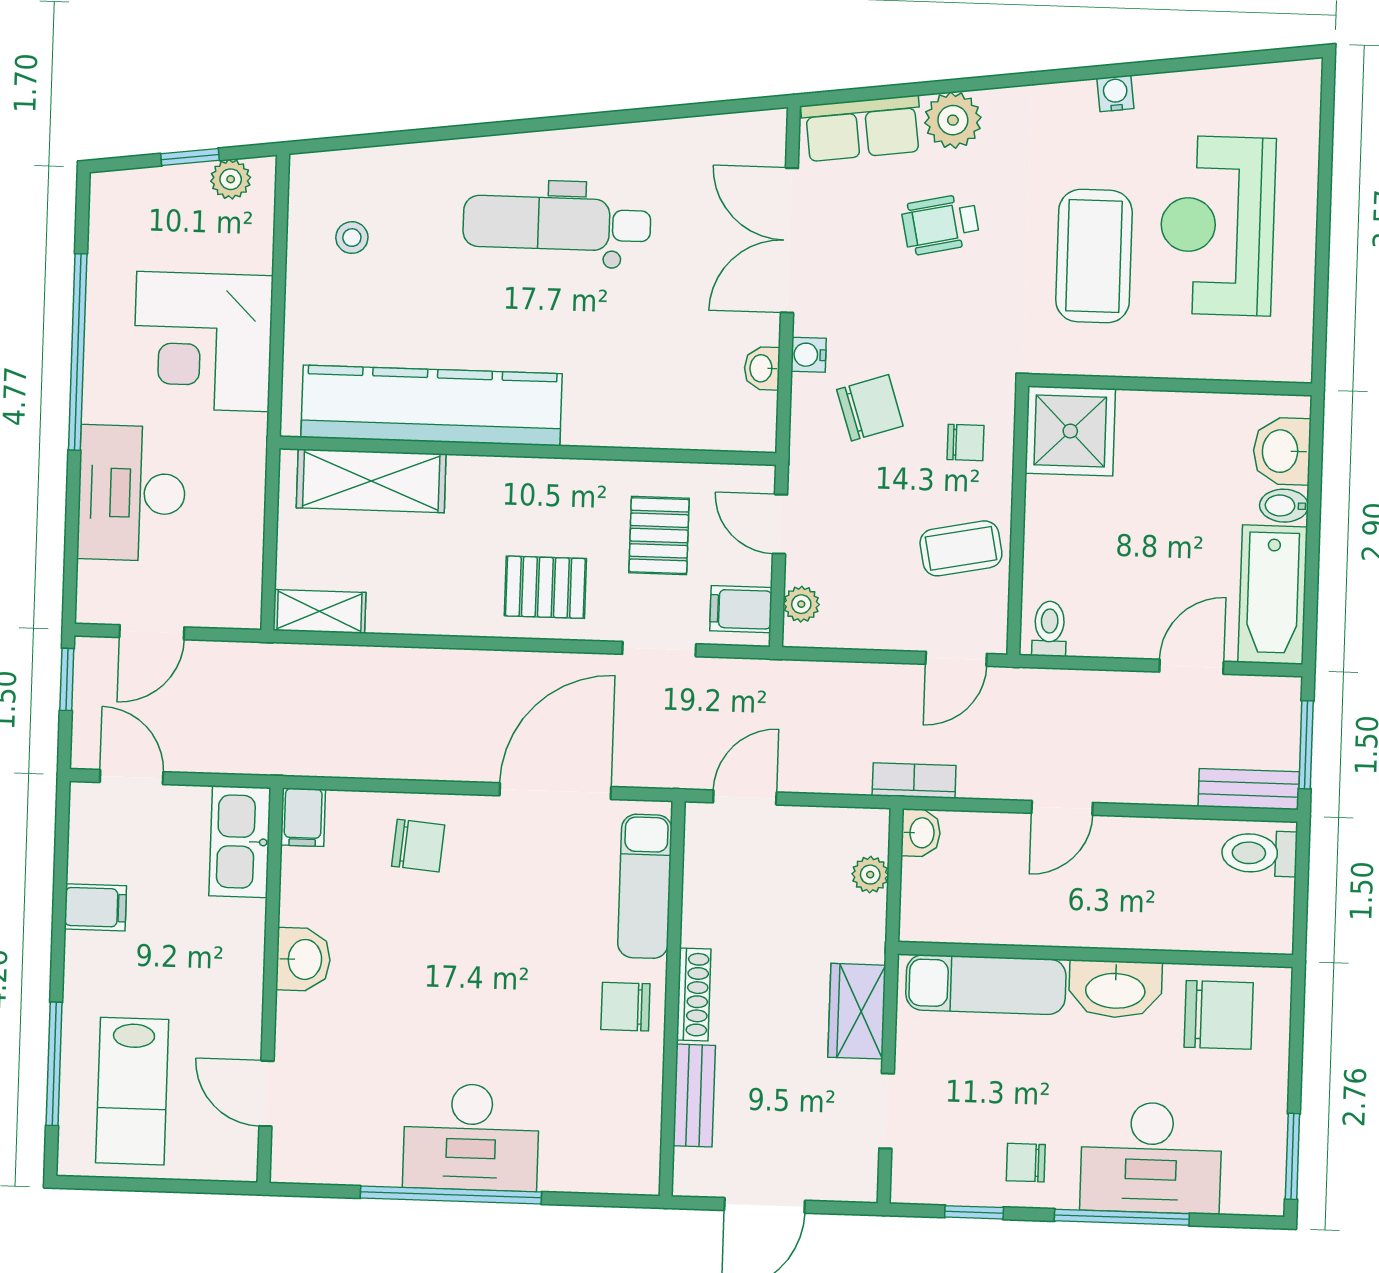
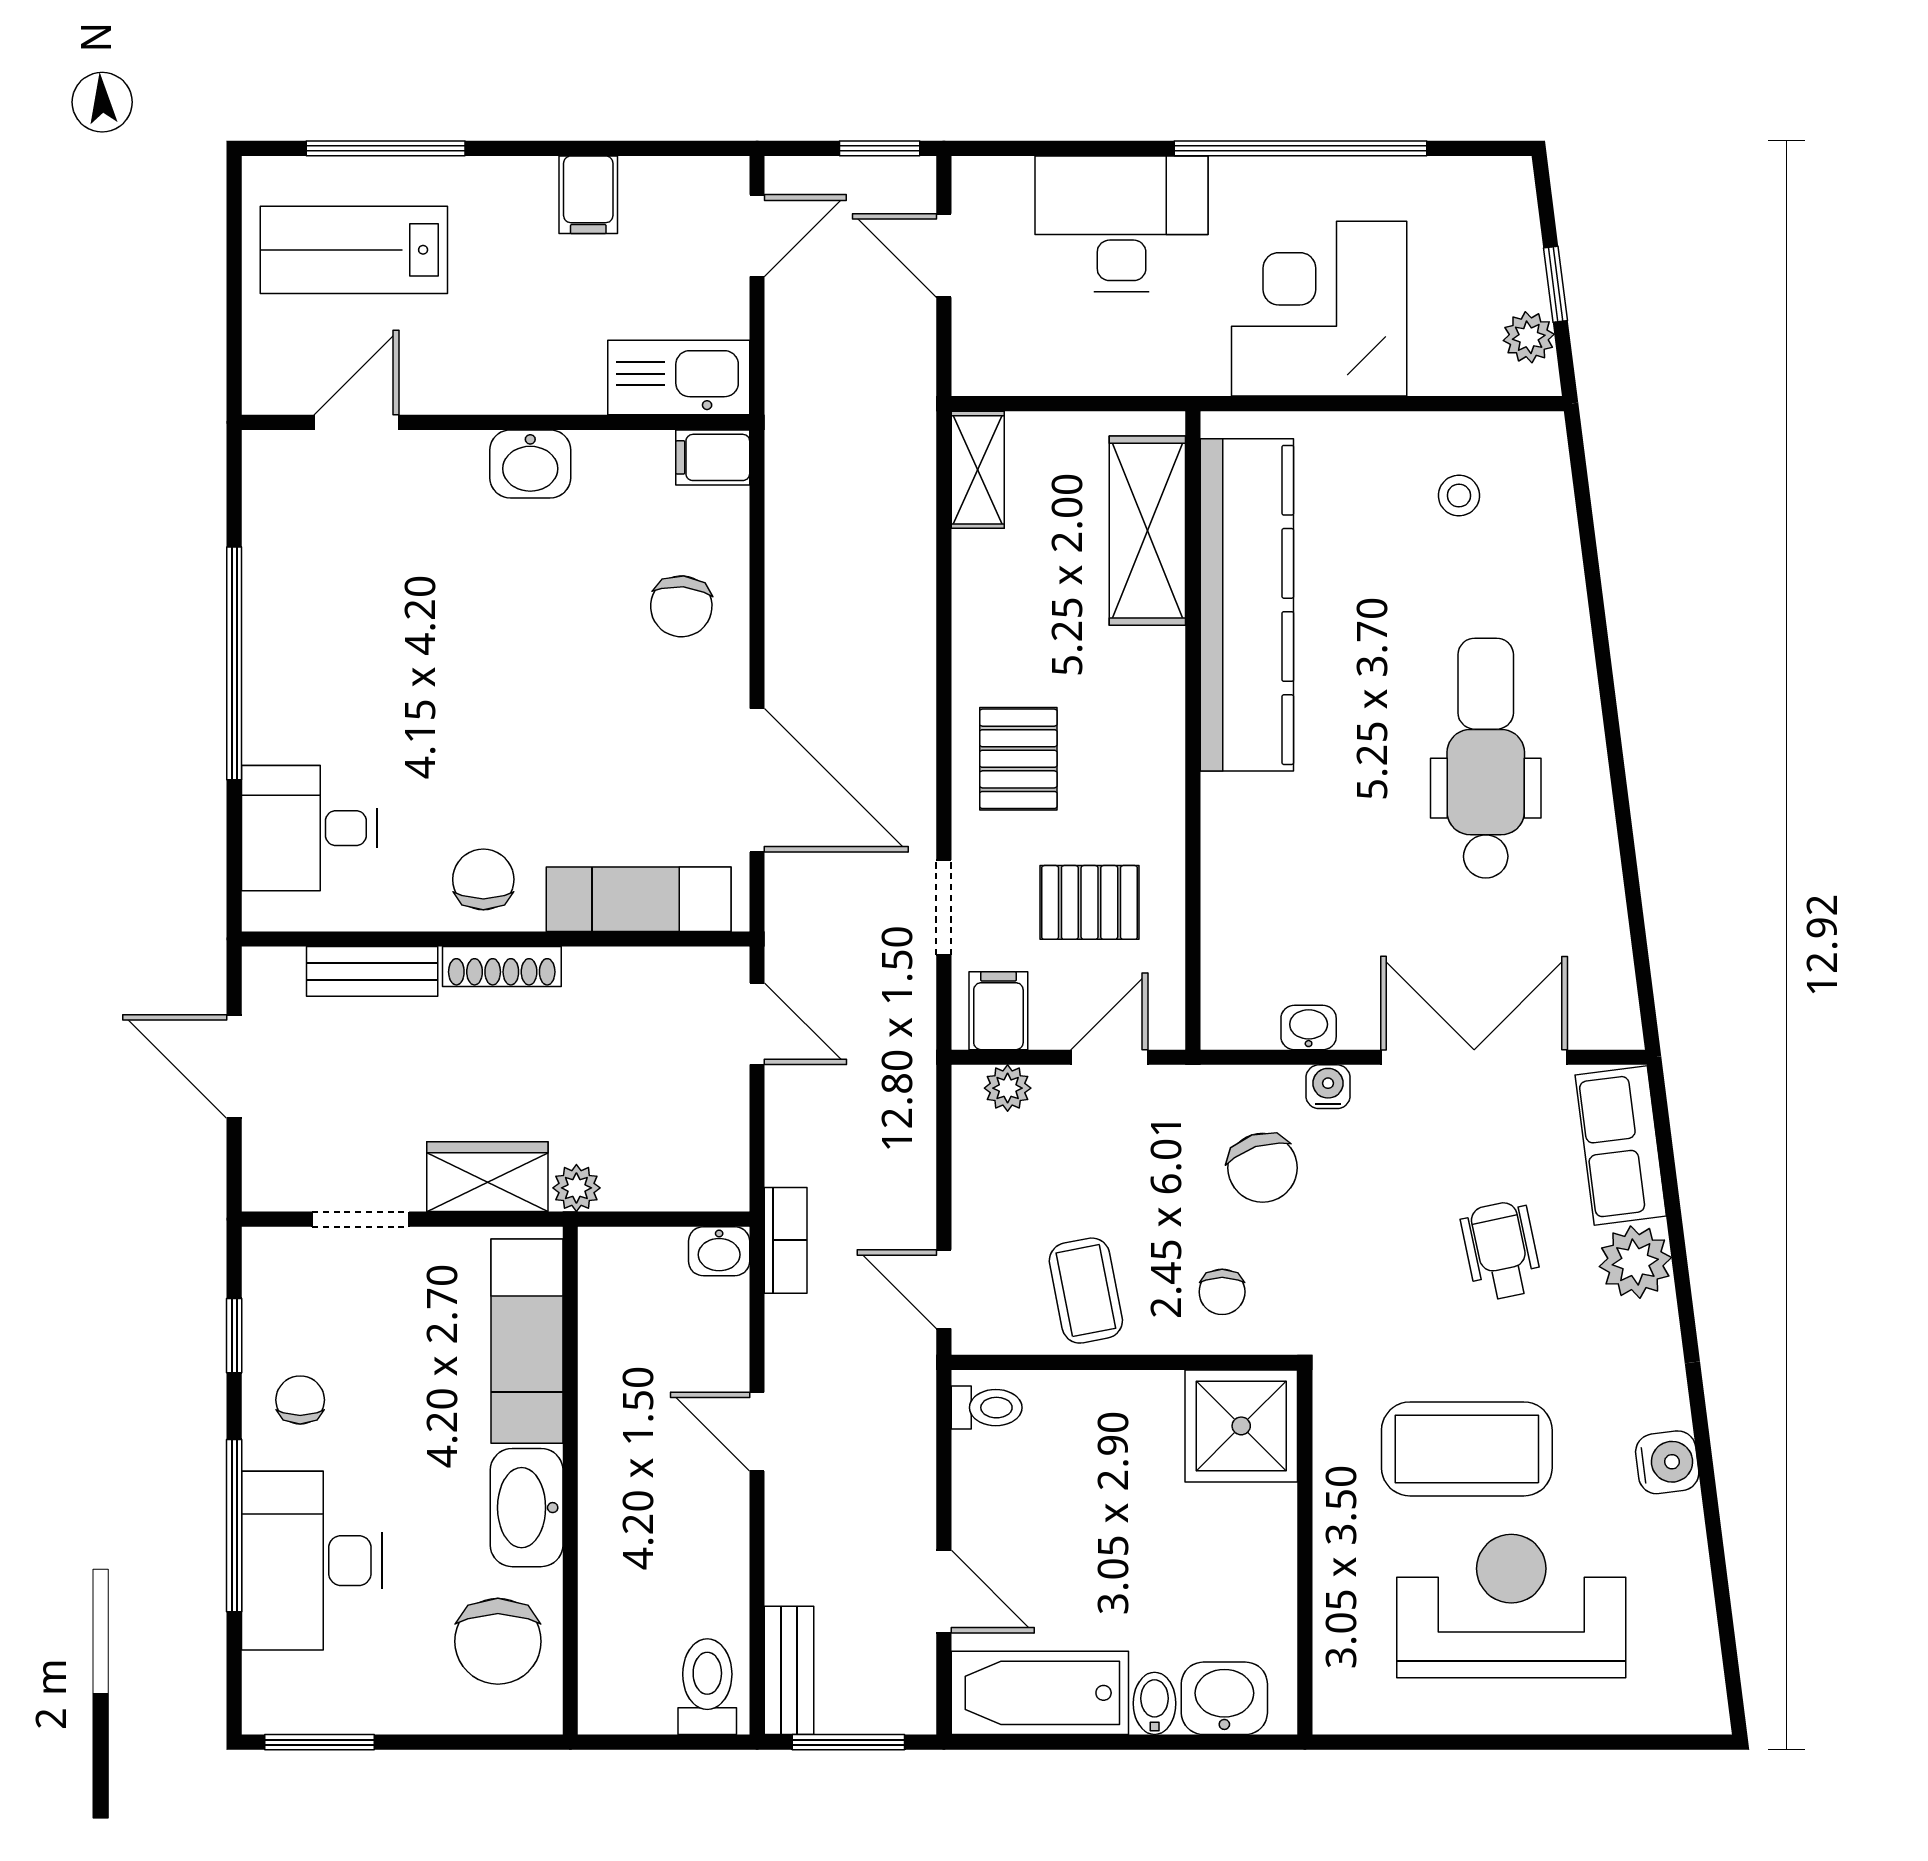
water cooler: (1115, 93) -> (1667, 1462), width x1.38, depth x1.38
plant: (870, 875) -> (576, 1188), moved
desk: (471, 1137) -> (309, 828), moved, width x0.73

